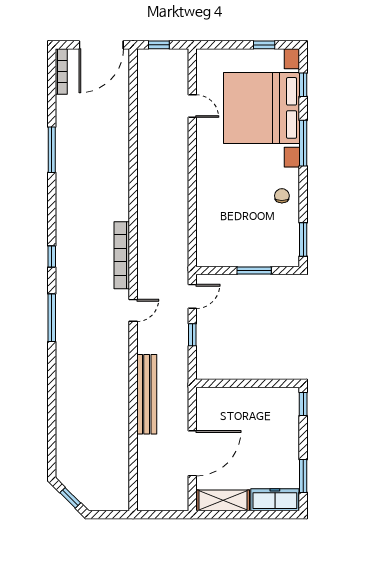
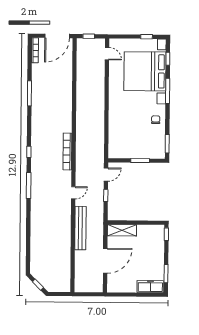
door: (192, 106) -> (107, 54), moved
door: (133, 310) -> (73, 193), moved
shelving: (223, 500) -> (122, 230), moved

